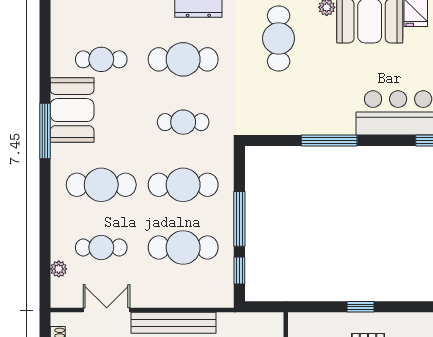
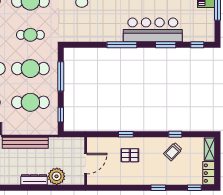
window: (329, 140) -> (122, 45), moved
window: (239, 219) -> (61, 76), moved

